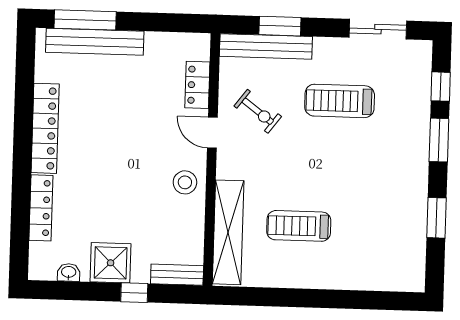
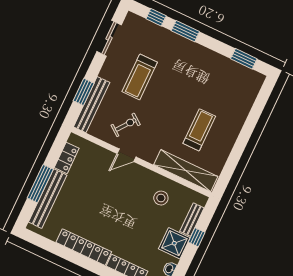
window: (85, 20) -> (40, 184), moved
locker: (197, 85) -> (67, 158), moved, turned -90
stool: (185, 182) -> (161, 198), moved
window: (436, 218) -> (244, 59), moved
treadmill: (299, 226) -> (199, 130), turned 180
bench: (177, 275) -> (192, 220), moved

